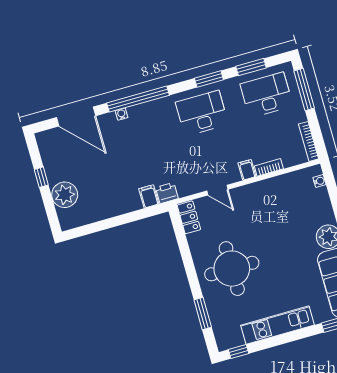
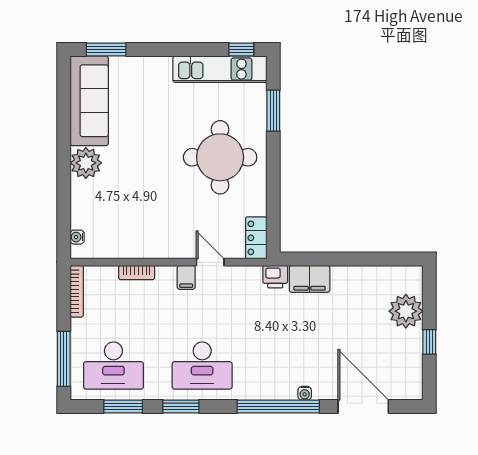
filing cabinet: (247, 170) -> (186, 277), moved
filing cabinet: (149, 196) -> (310, 279), width x2.00
kitchen unit: (278, 325) -> (220, 69), moved

